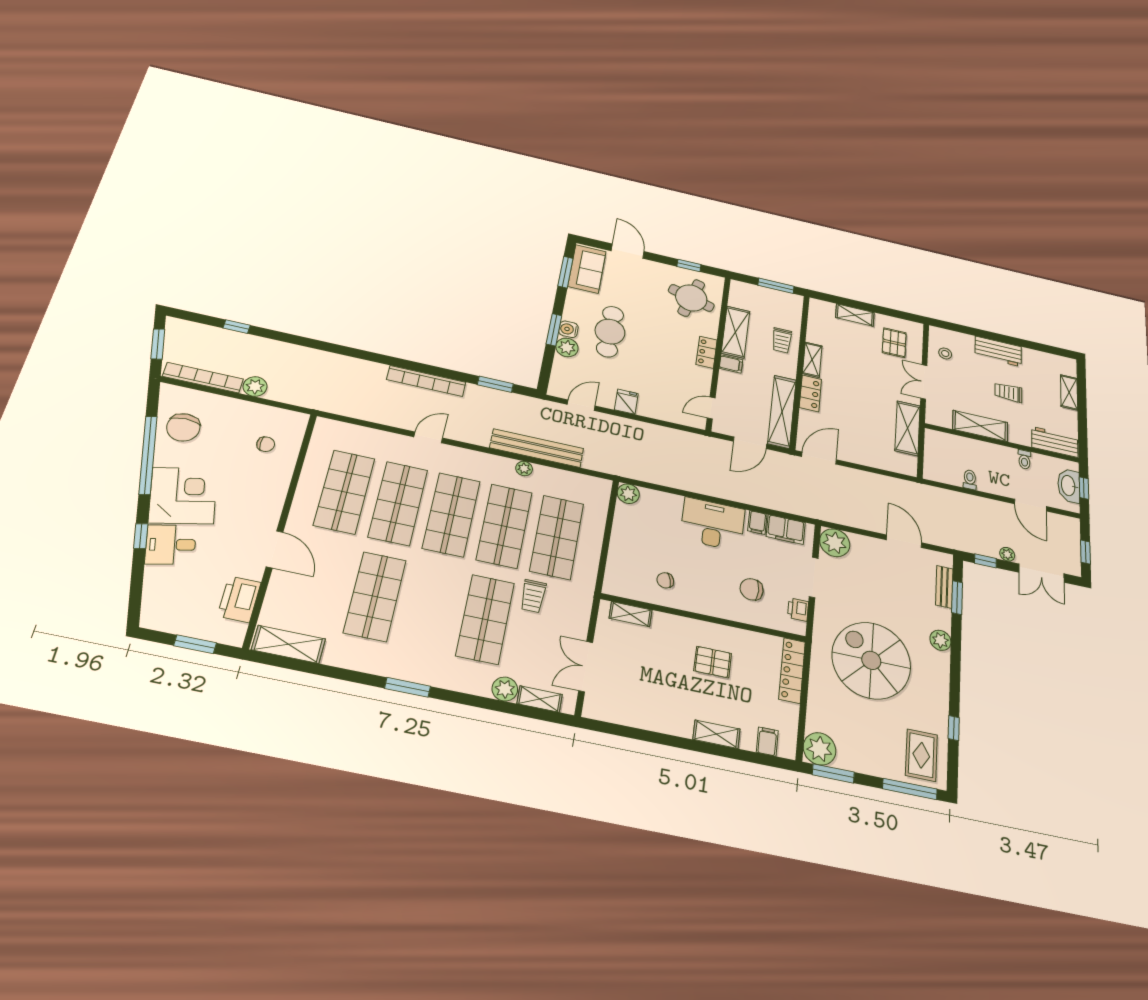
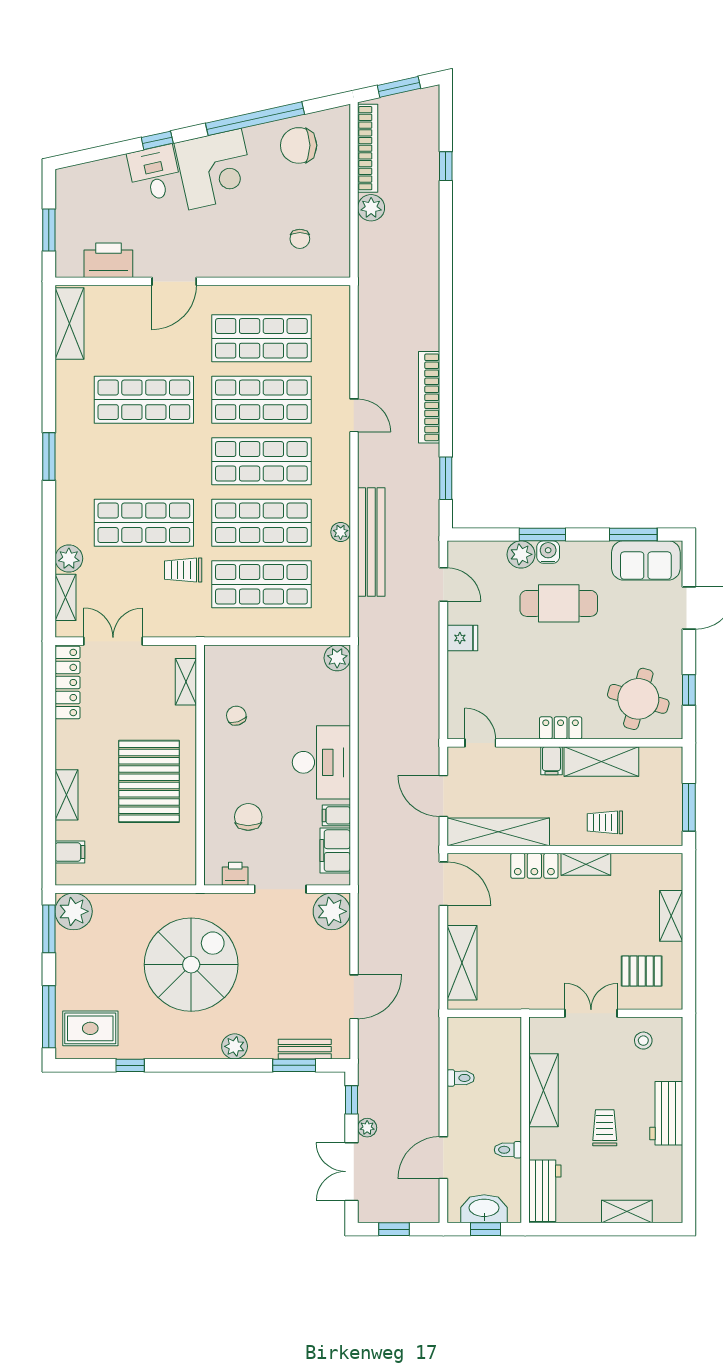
shelving: (908, 428) -> (462, 963), moved, turned 90
pallet: (713, 662) -> (149, 781), width x2.05, depth x2.00
locker: (792, 670) -> (68, 683), moved, turned 90

